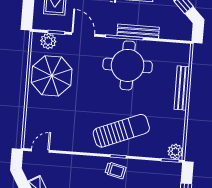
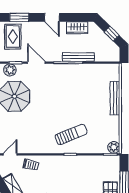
round table: (128, 65) -> (72, 84), removed
sun lounger: (121, 131) -> (71, 134), width x0.73, depth x0.75
trolley: (116, 170) -> (31, 165), moved

